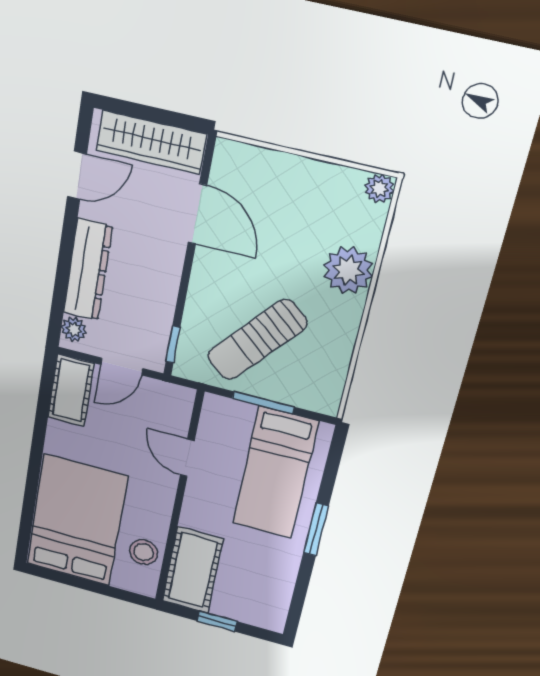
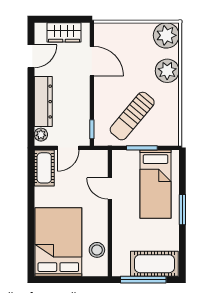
wardrobe: (151, 142) -> (64, 32), width x0.67
plant: (379, 189) -> (166, 35), width x1.88, depth x1.88
cot: (193, 570) -> (154, 264), moved, turned 90
window: (217, 621) -> (143, 280), width x2.17

